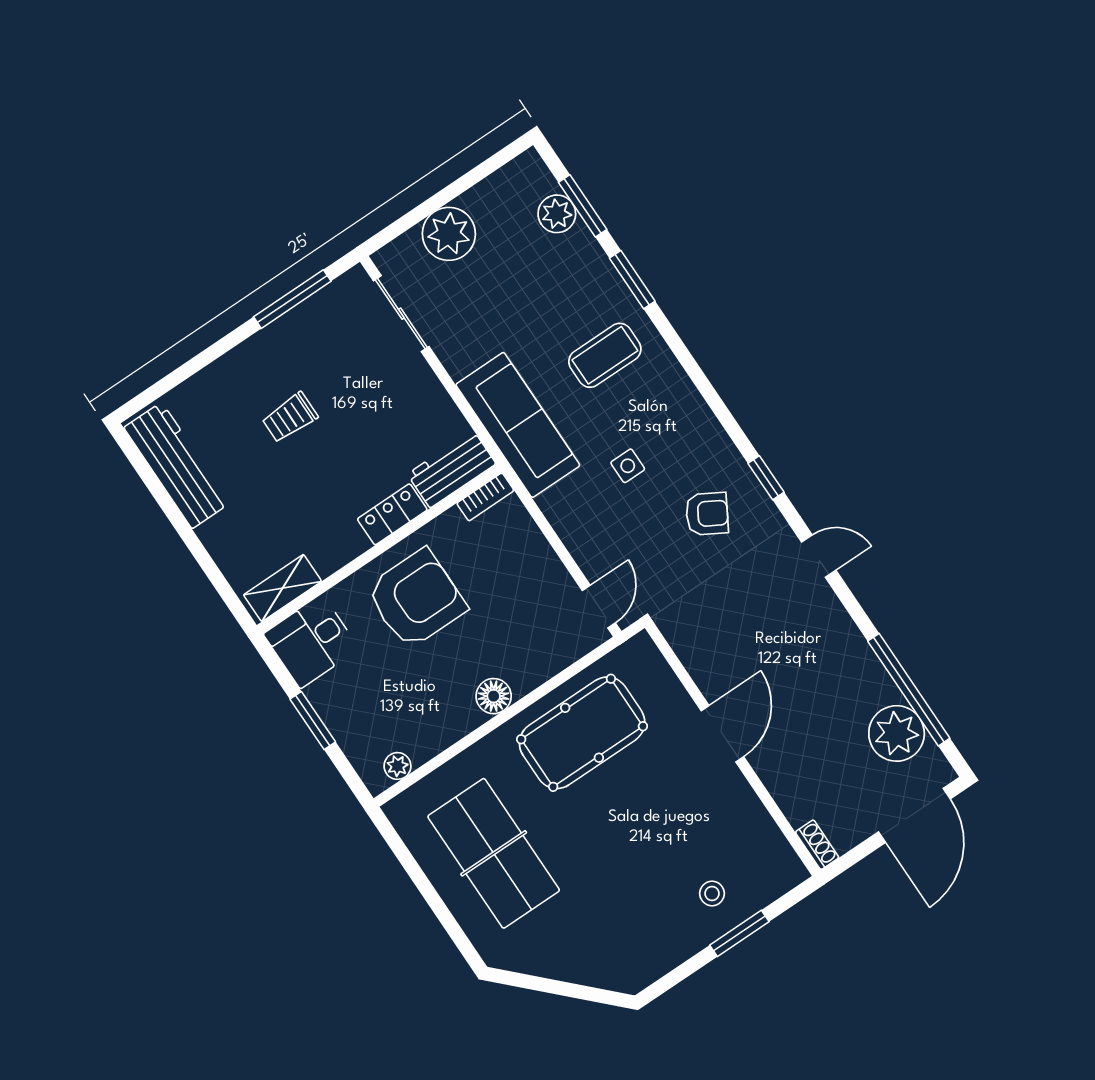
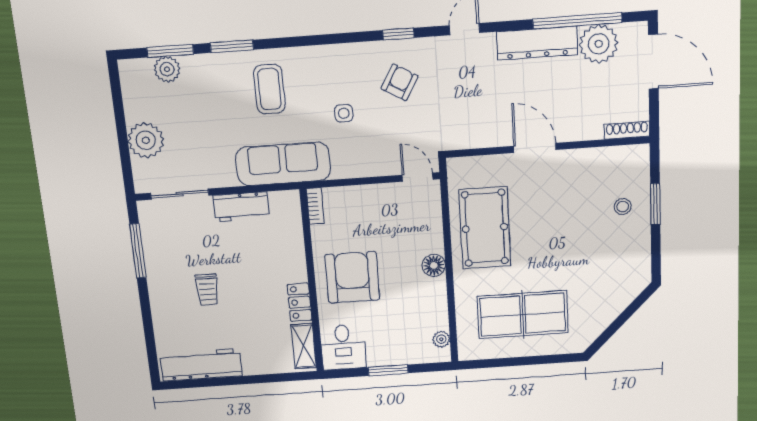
workbench: (452, 469) -> (241, 207), moved, turned -90
locker: (392, 514) -> (299, 302), moved
dresser: (853, 657) -> (537, 43), added
shoe rack: (817, 845) -> (627, 130), width x1.43

